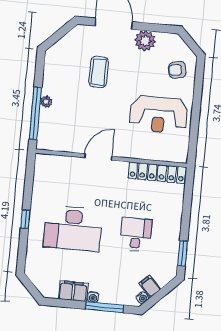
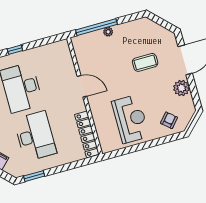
armchair: (177, 70) -> (169, 120), turned 52
reception desk: (159, 115) -> (130, 119), turned 180
desk: (136, 234) -> (35, 136), width x1.87, depth x1.30

